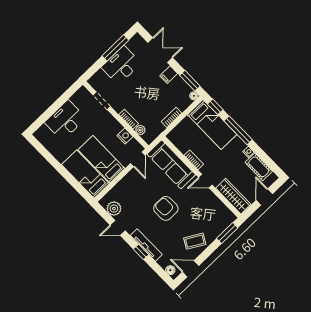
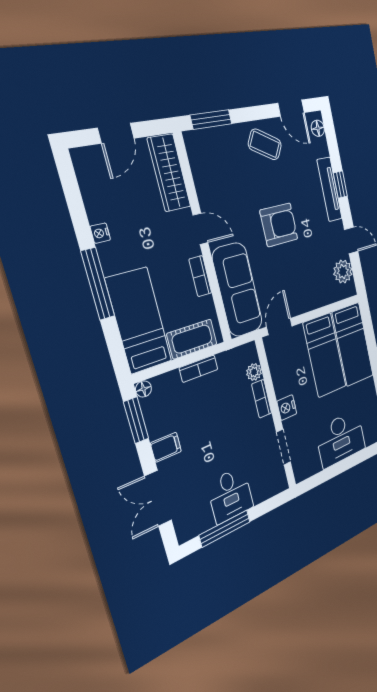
desk: (121, 65) -> (230, 495), width x0.73
window: (215, 107) -> (116, 350), removed
nightstand: (125, 136) -> (287, 408), moved
cot: (259, 167) -> (192, 339), moved, turned 90
armchair: (166, 208) -> (279, 225), turned -90

